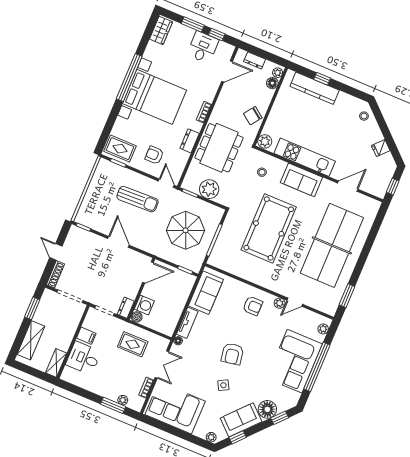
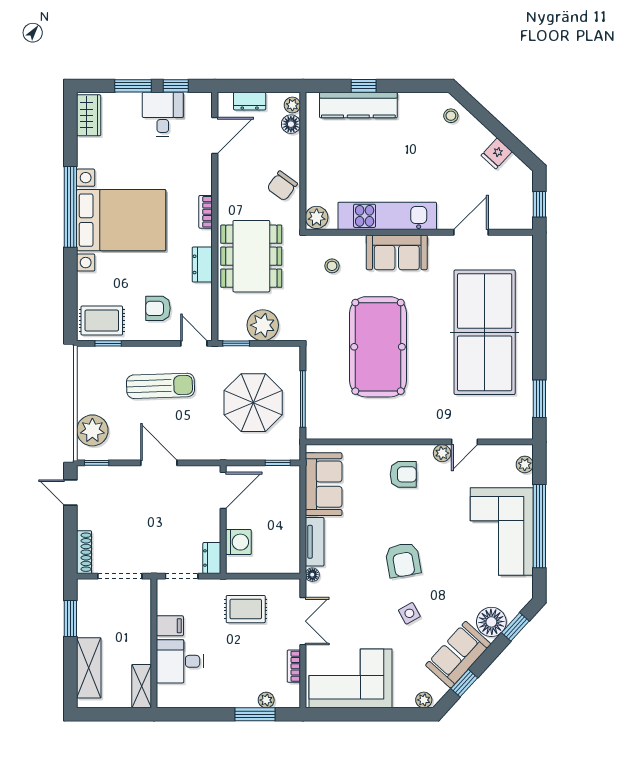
plant: (89, 208) -> (92, 430), added
door: (56, 252) -> (70, 492), moved
boiler: (137, 317) -> (234, 565), removed

